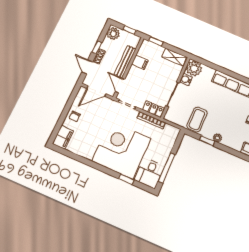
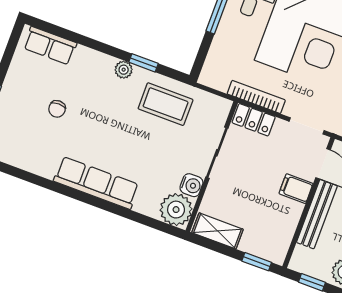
filing cabinet: (140, 62) -> (296, 189), moved
coffee table: (197, 119) -> (166, 104), turned 90

